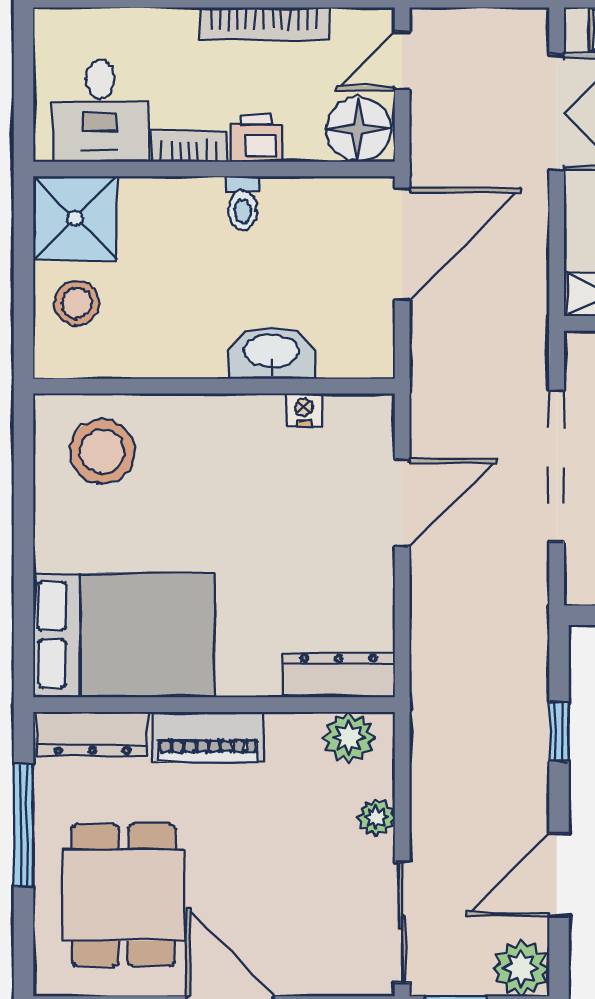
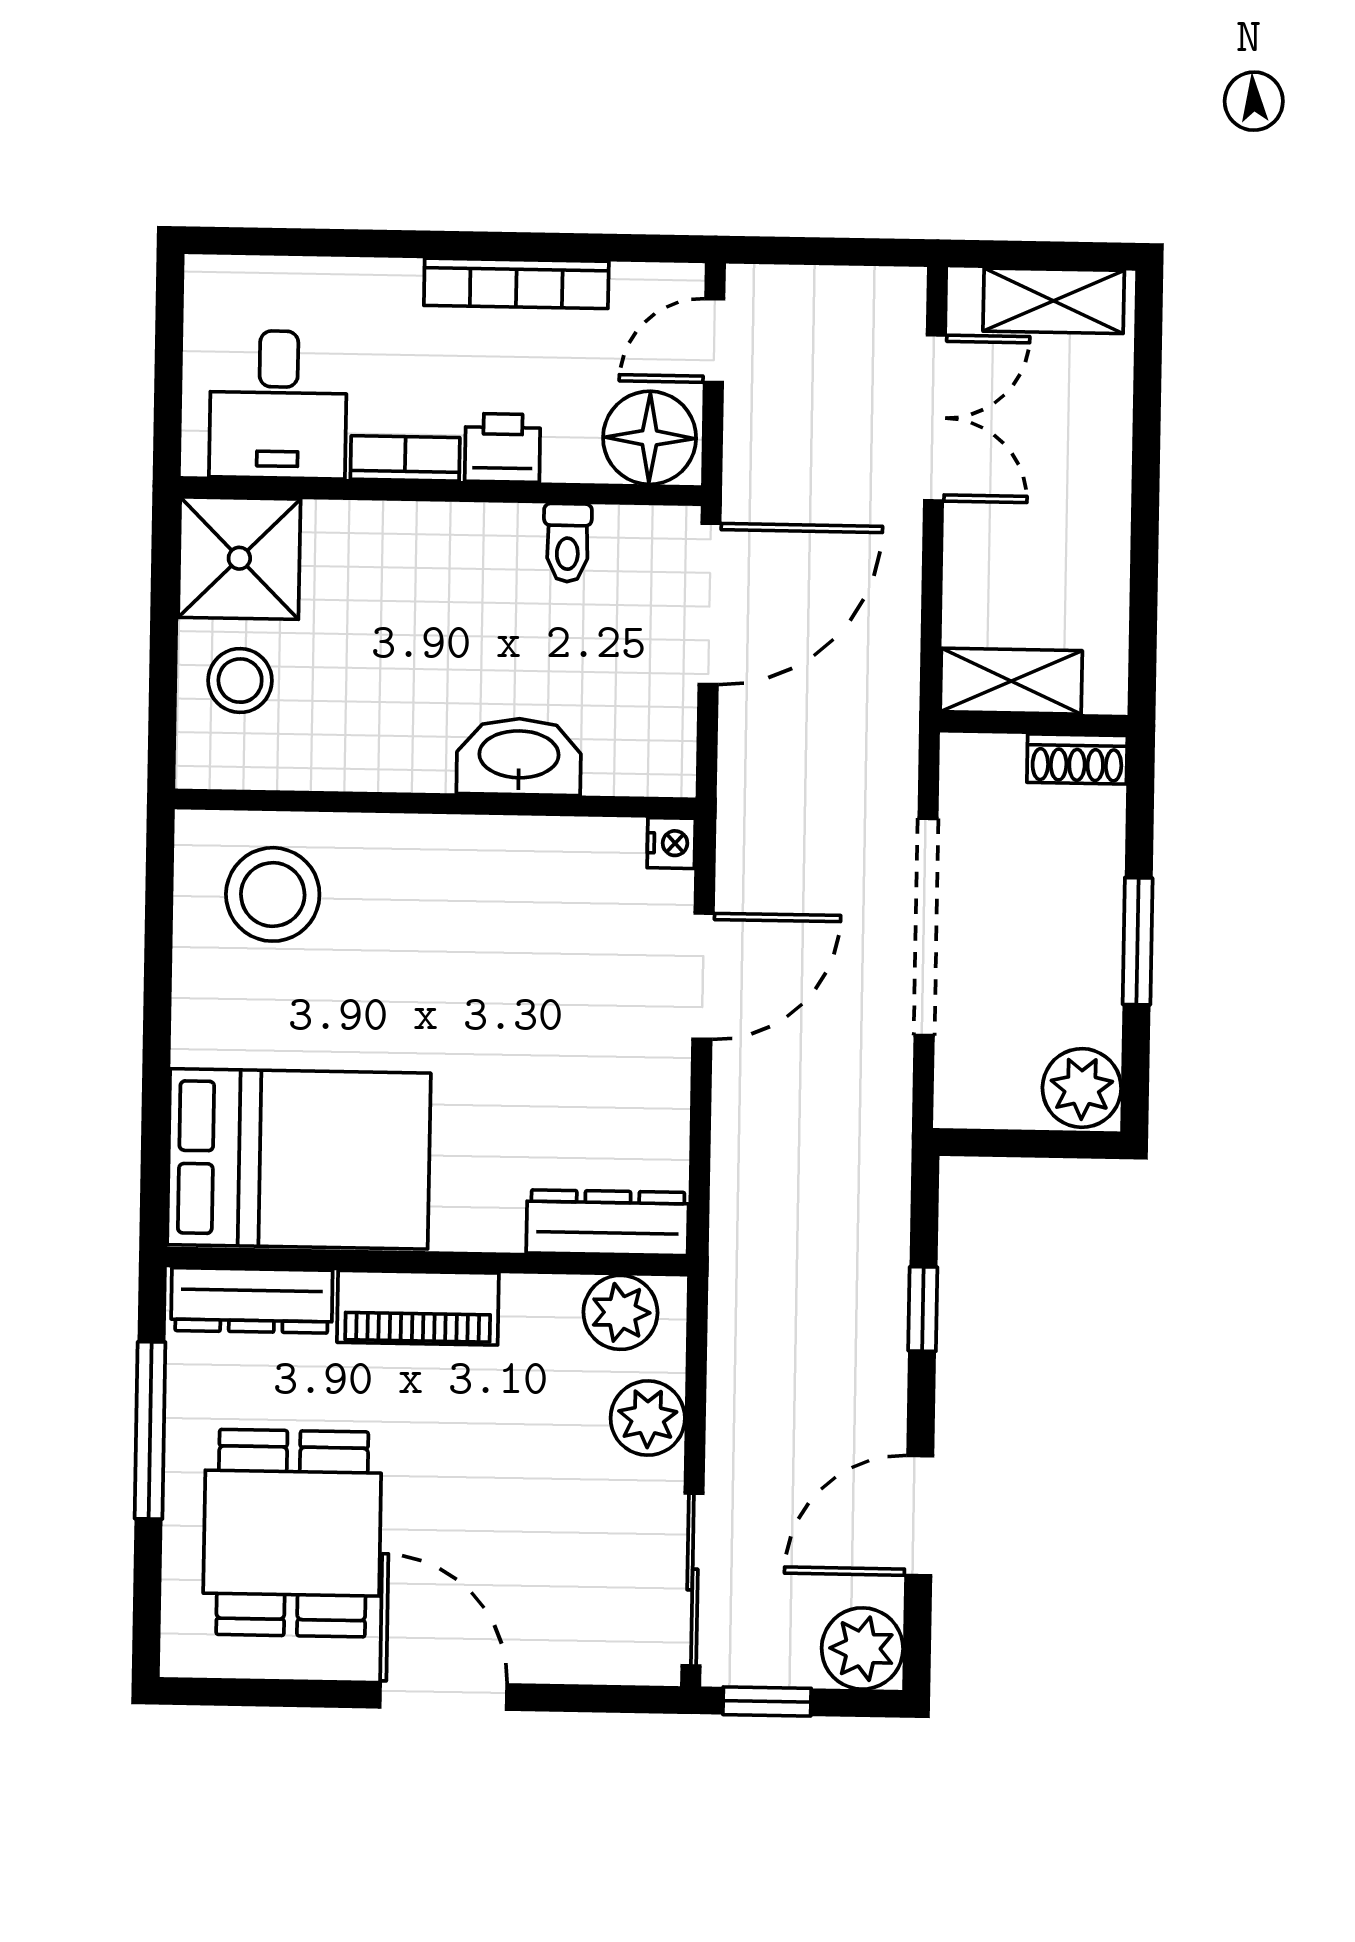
toilet: (243, 203) -> (567, 543), moved
nightstand: (304, 410) -> (671, 843), moved, turned 90
plant: (376, 818) -> (648, 1418), width x1.38, depth x1.38

